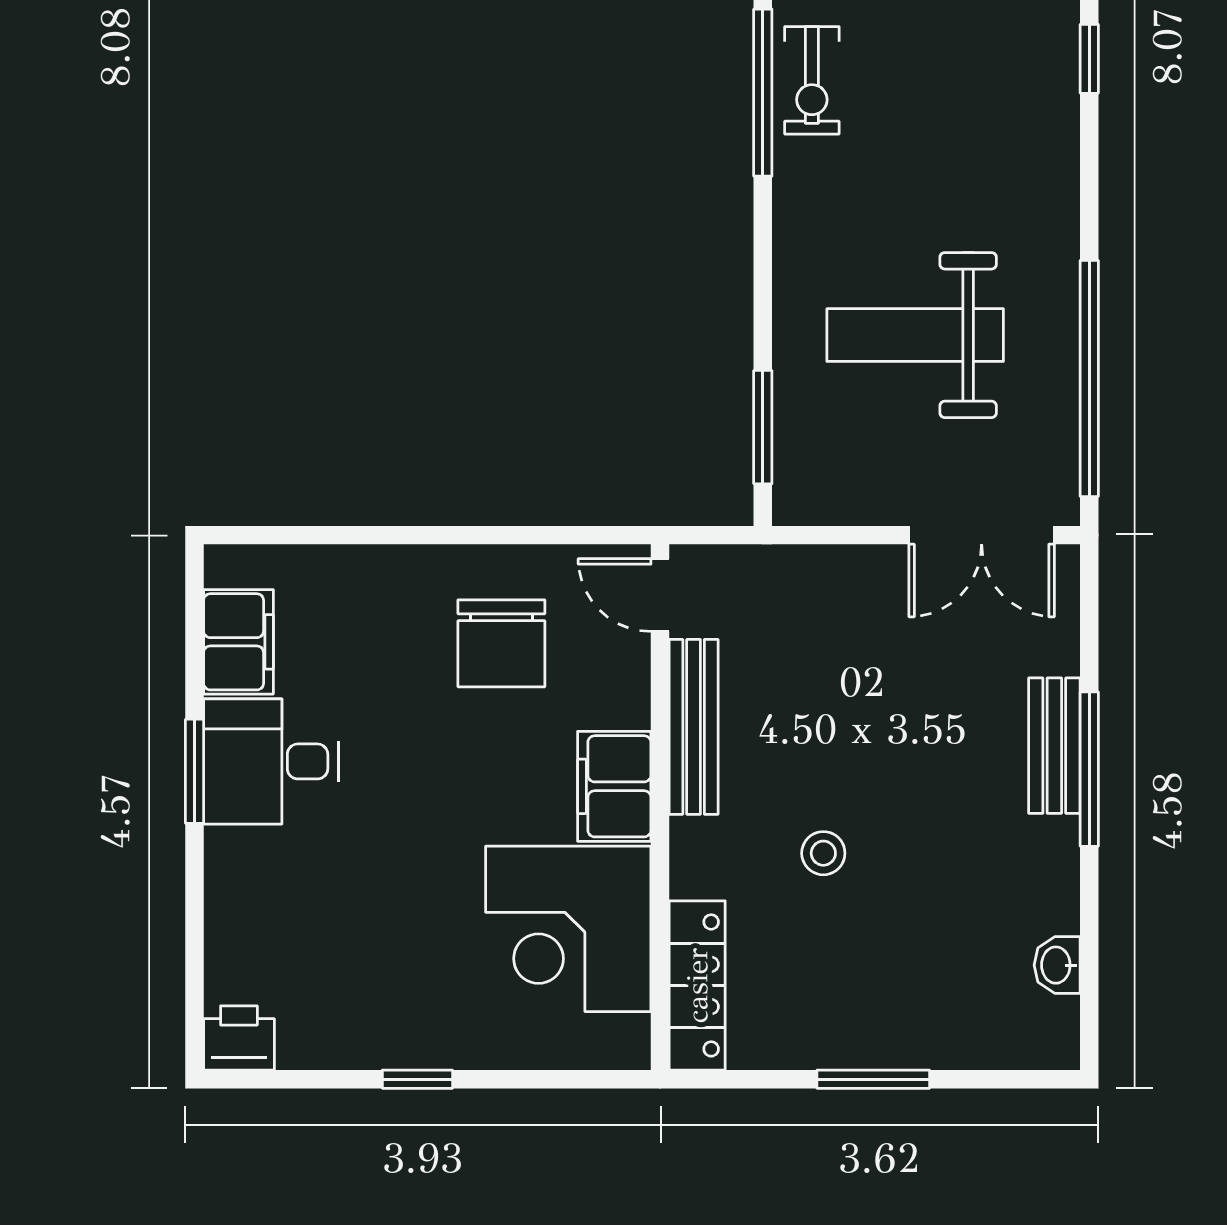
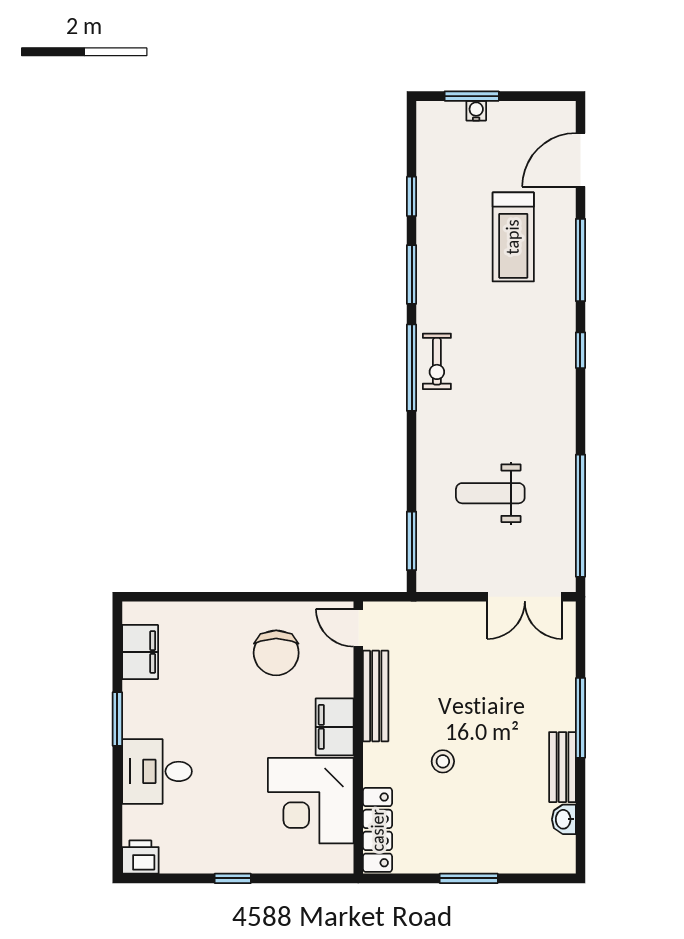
weight bench: (915, 335) -> (490, 493), width x0.73, depth x0.75
bench: (1054, 746) -> (562, 767), moved
desk: (271, 761) -> (157, 771), moved

